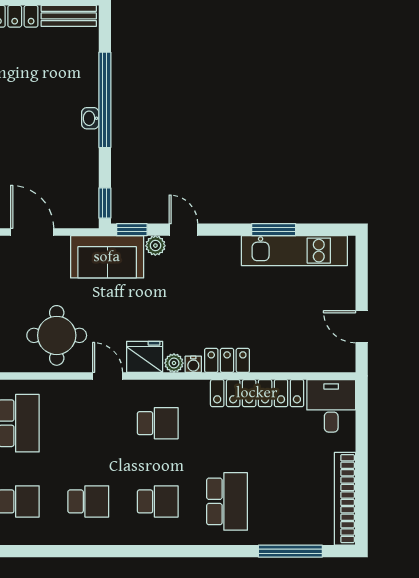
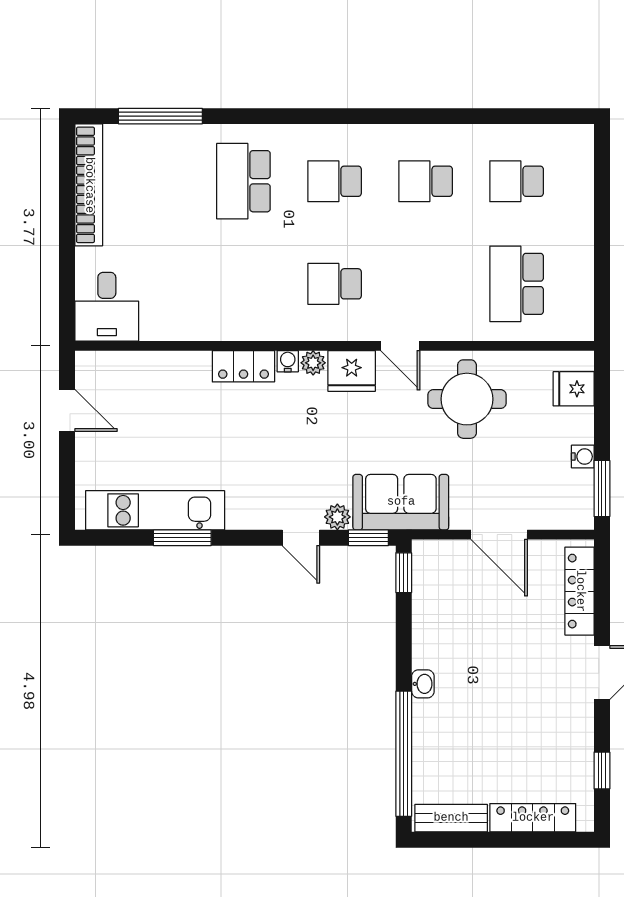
window: (105, 100) -> (404, 754), moved
locker: (257, 393) -> (204, 323), removed

